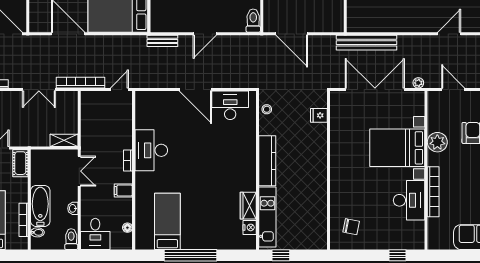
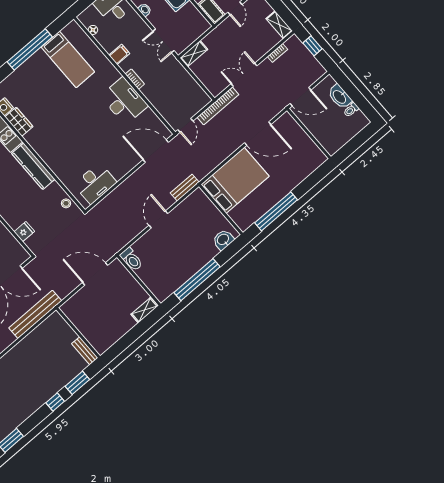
door: (195, 89) -> (156, 151), moved

